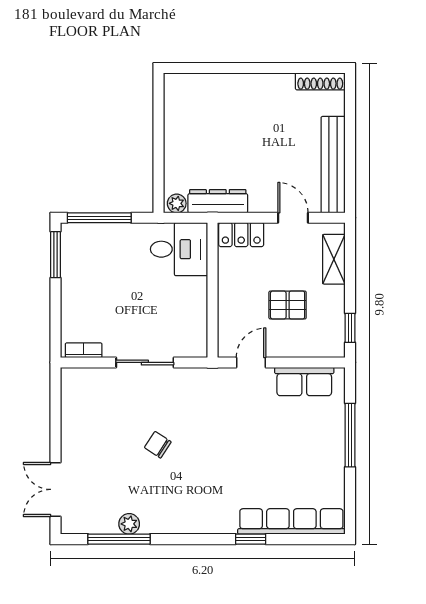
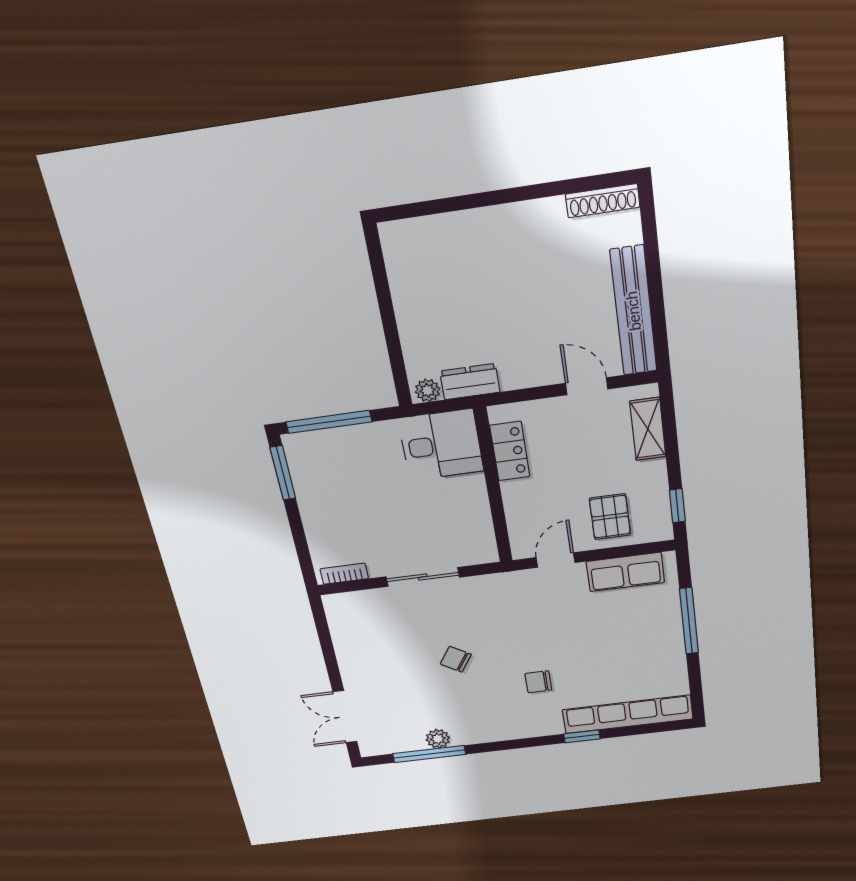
dresser: (218, 201) -> (470, 382), width x0.70
locker: (241, 235) -> (510, 451), moved, turned -90
pallet: (288, 305) -> (610, 517), moved, turned 90
chair: (222, 477) -> (538, 682), added

